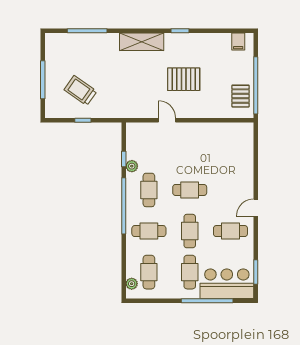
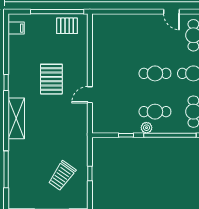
plant: (132, 166) -> (146, 128), moved
cafe table: (190, 190) -> (155, 73), turned 90

